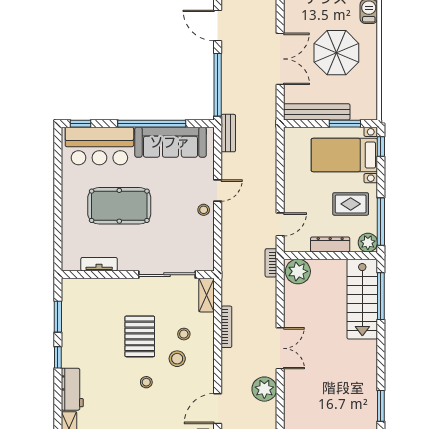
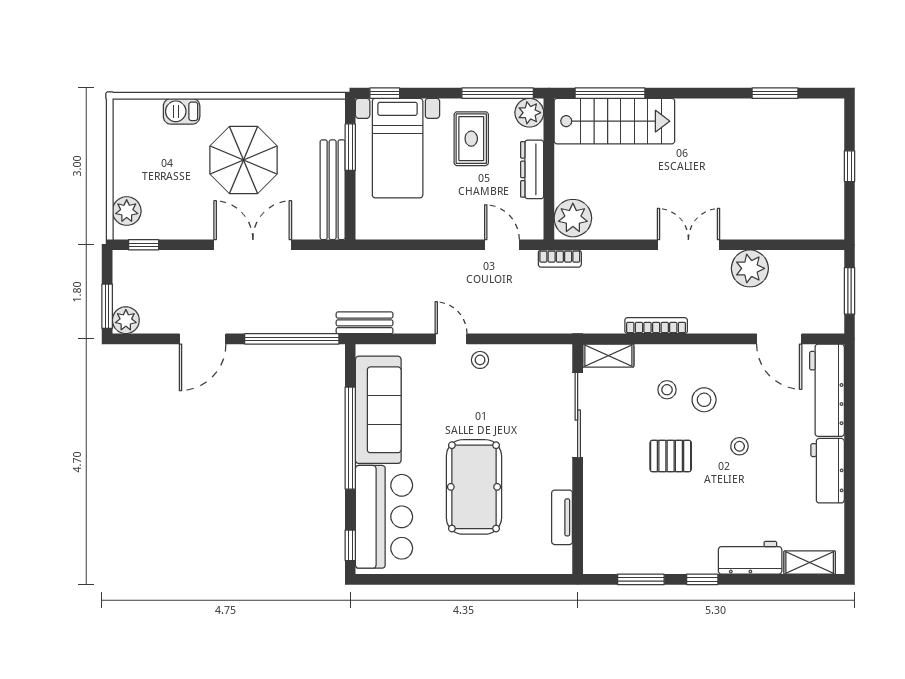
pallet: (140, 336) -> (671, 456), width x0.67, depth x0.71

